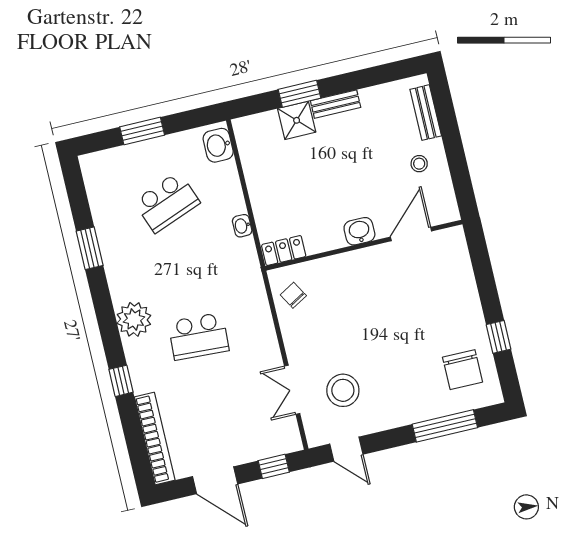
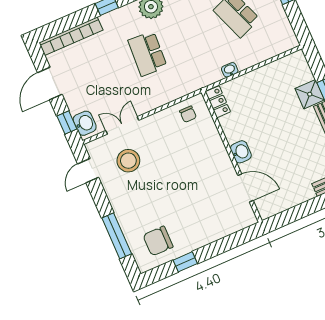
washbasin: (218, 145) -> (85, 123), moved, turned 90
stool: (419, 164) -> (295, 185), removed
chair: (293, 295) -> (188, 114), turned 120

